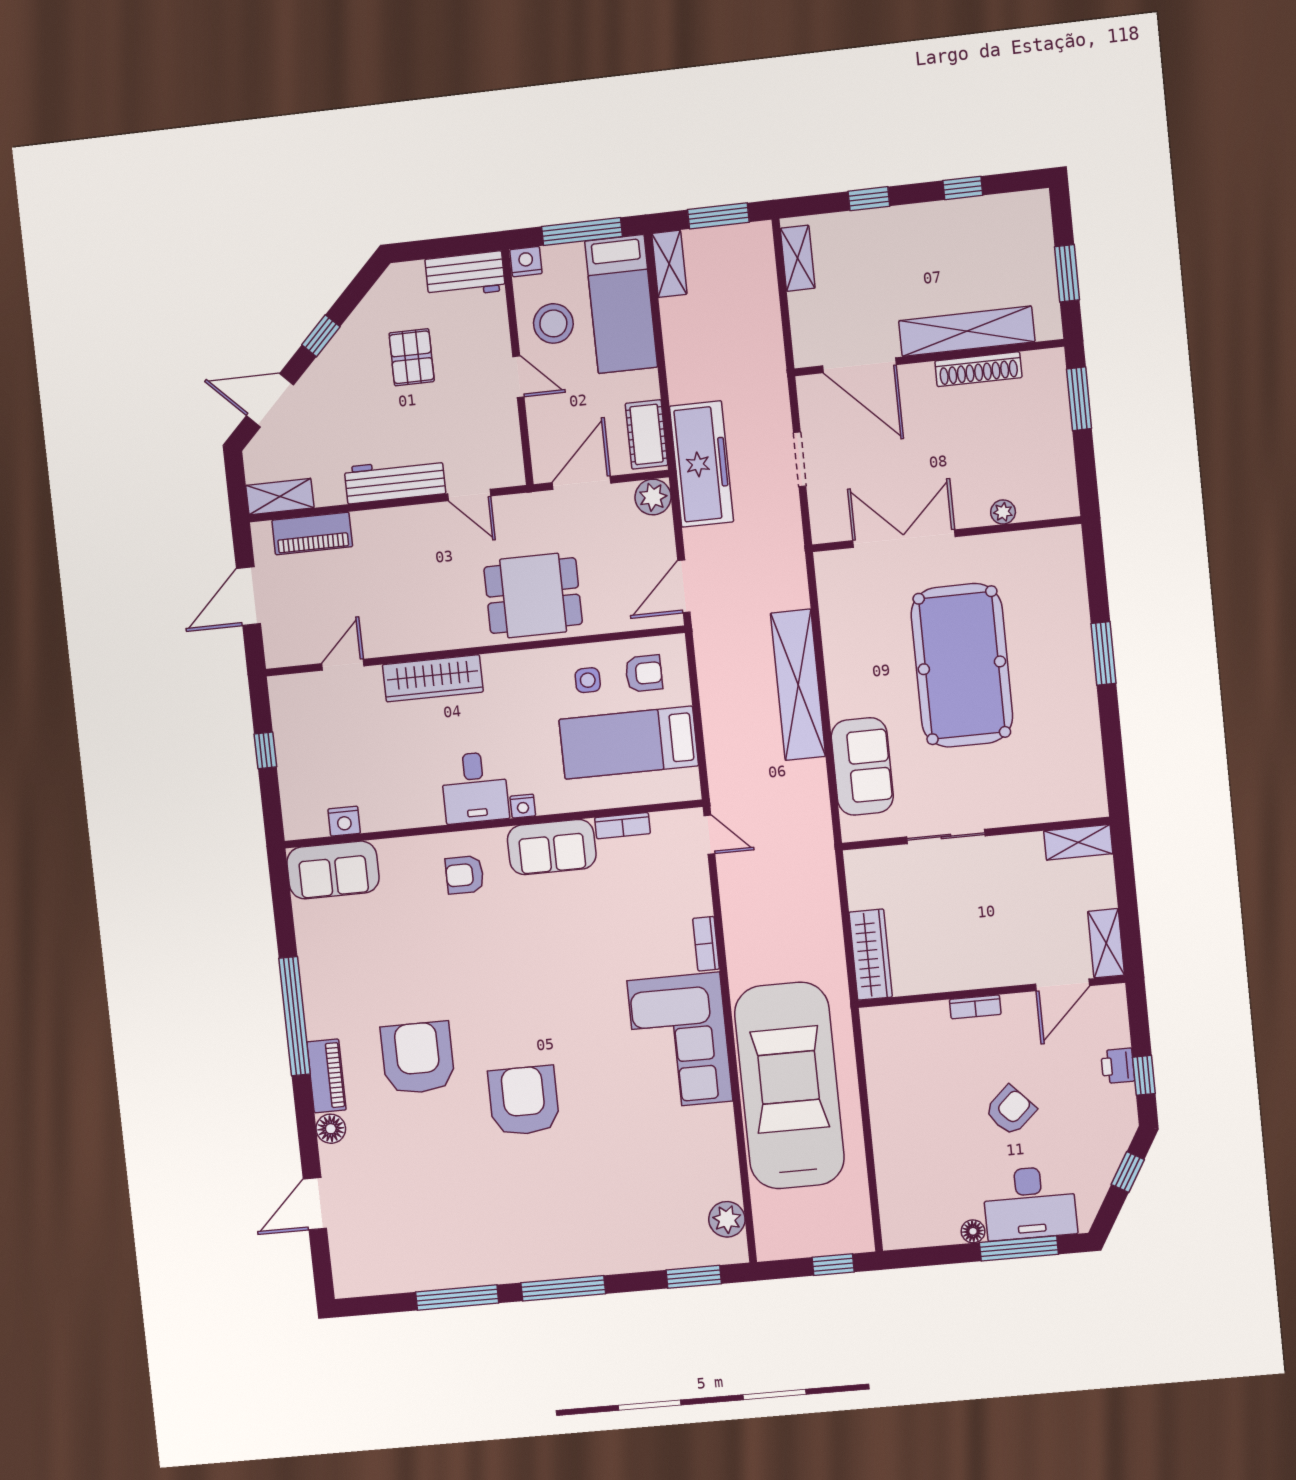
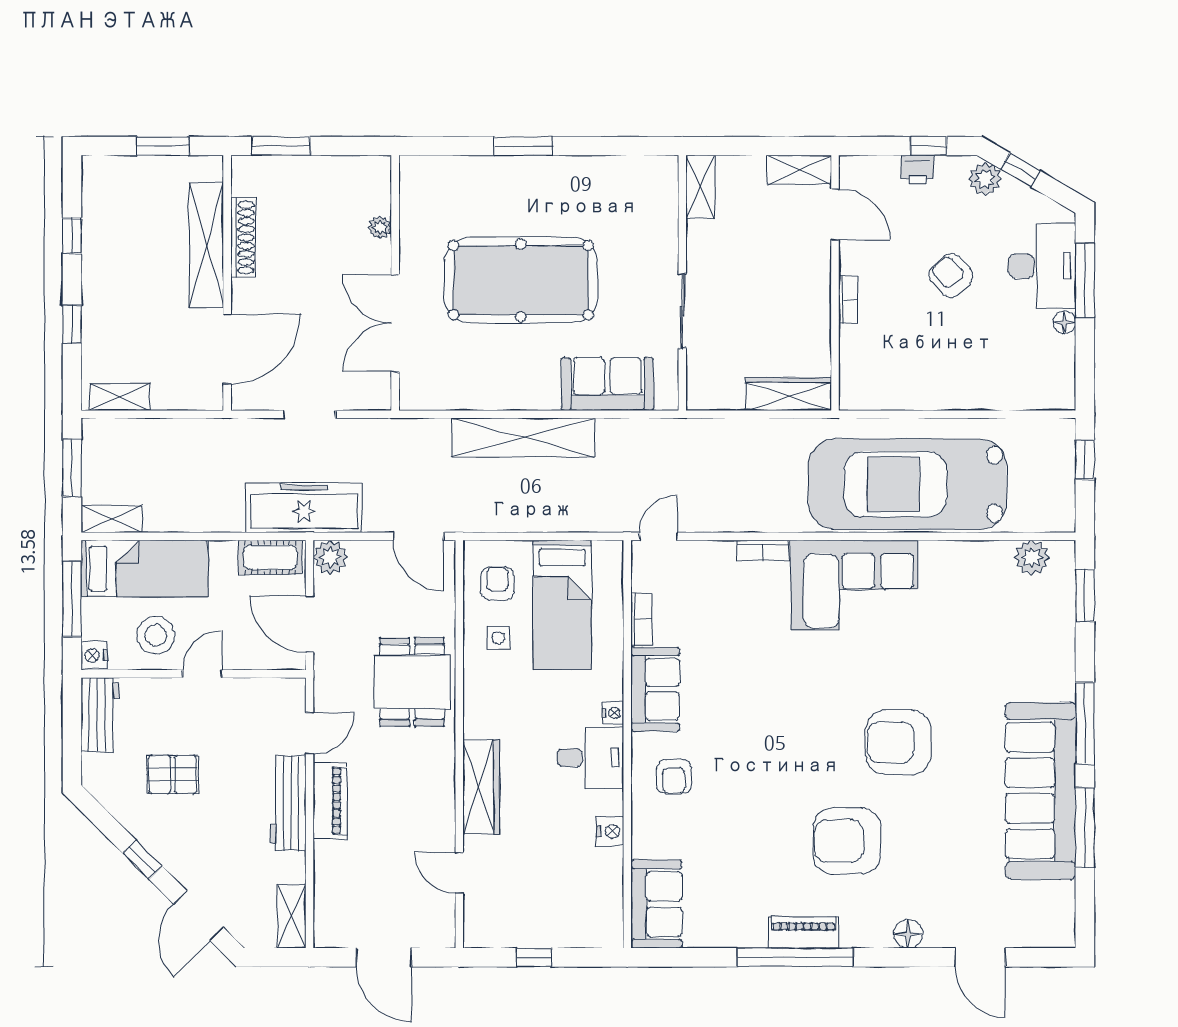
piano: (312, 533) -> (330, 801), moved
nightstand: (344, 821) -> (610, 831), moved
piano: (326, 1076) -> (803, 932), moved
plant: (1115, 1136) -> (985, 179), added
sofa: (490, 1249) -> (1041, 791), added

